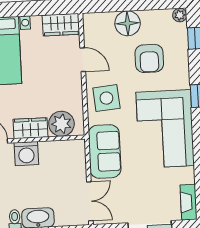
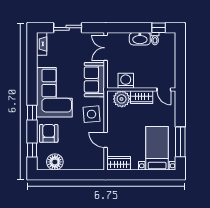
plant: (180, 15) -> (41, 166), removed
floor lamp: (128, 23) -> (55, 162), moved
armchair: (149, 58) -> (49, 133), moved
washing machine: (26, 154) -> (126, 81), moved

